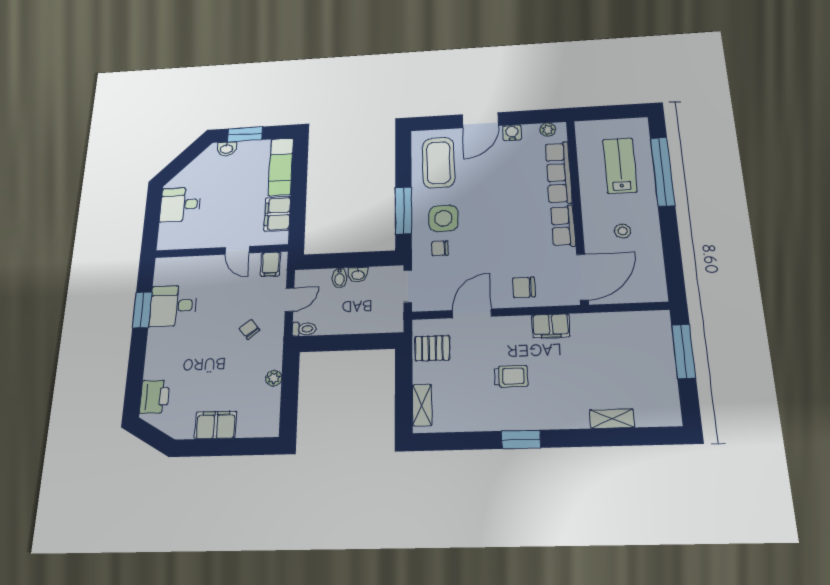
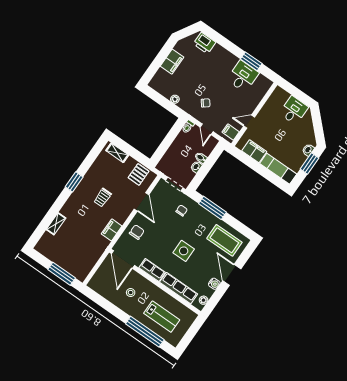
side table: (443, 218) -> (184, 251), moved

